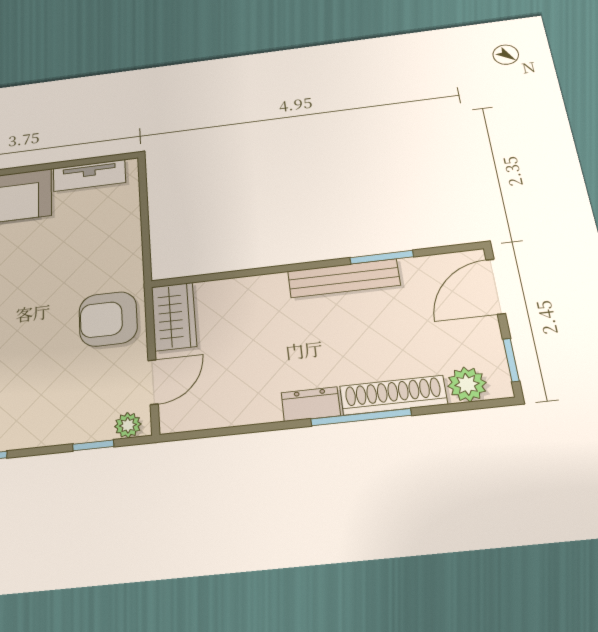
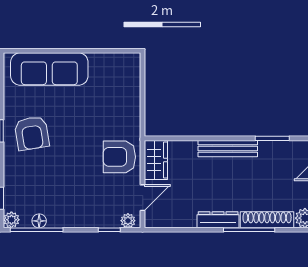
tv unit: (89, 175) -> (111, 61), removed
bench: (344, 278) -> (228, 149), moved
dresser: (311, 404) -> (218, 220), width x1.44

